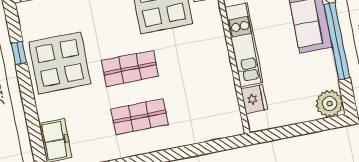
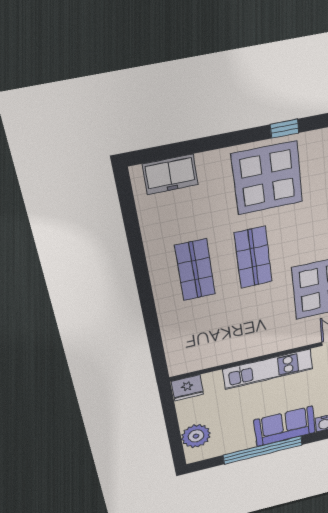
fridge: (254, 99) -> (187, 388), moved
plant: (330, 104) -> (196, 436), moved

